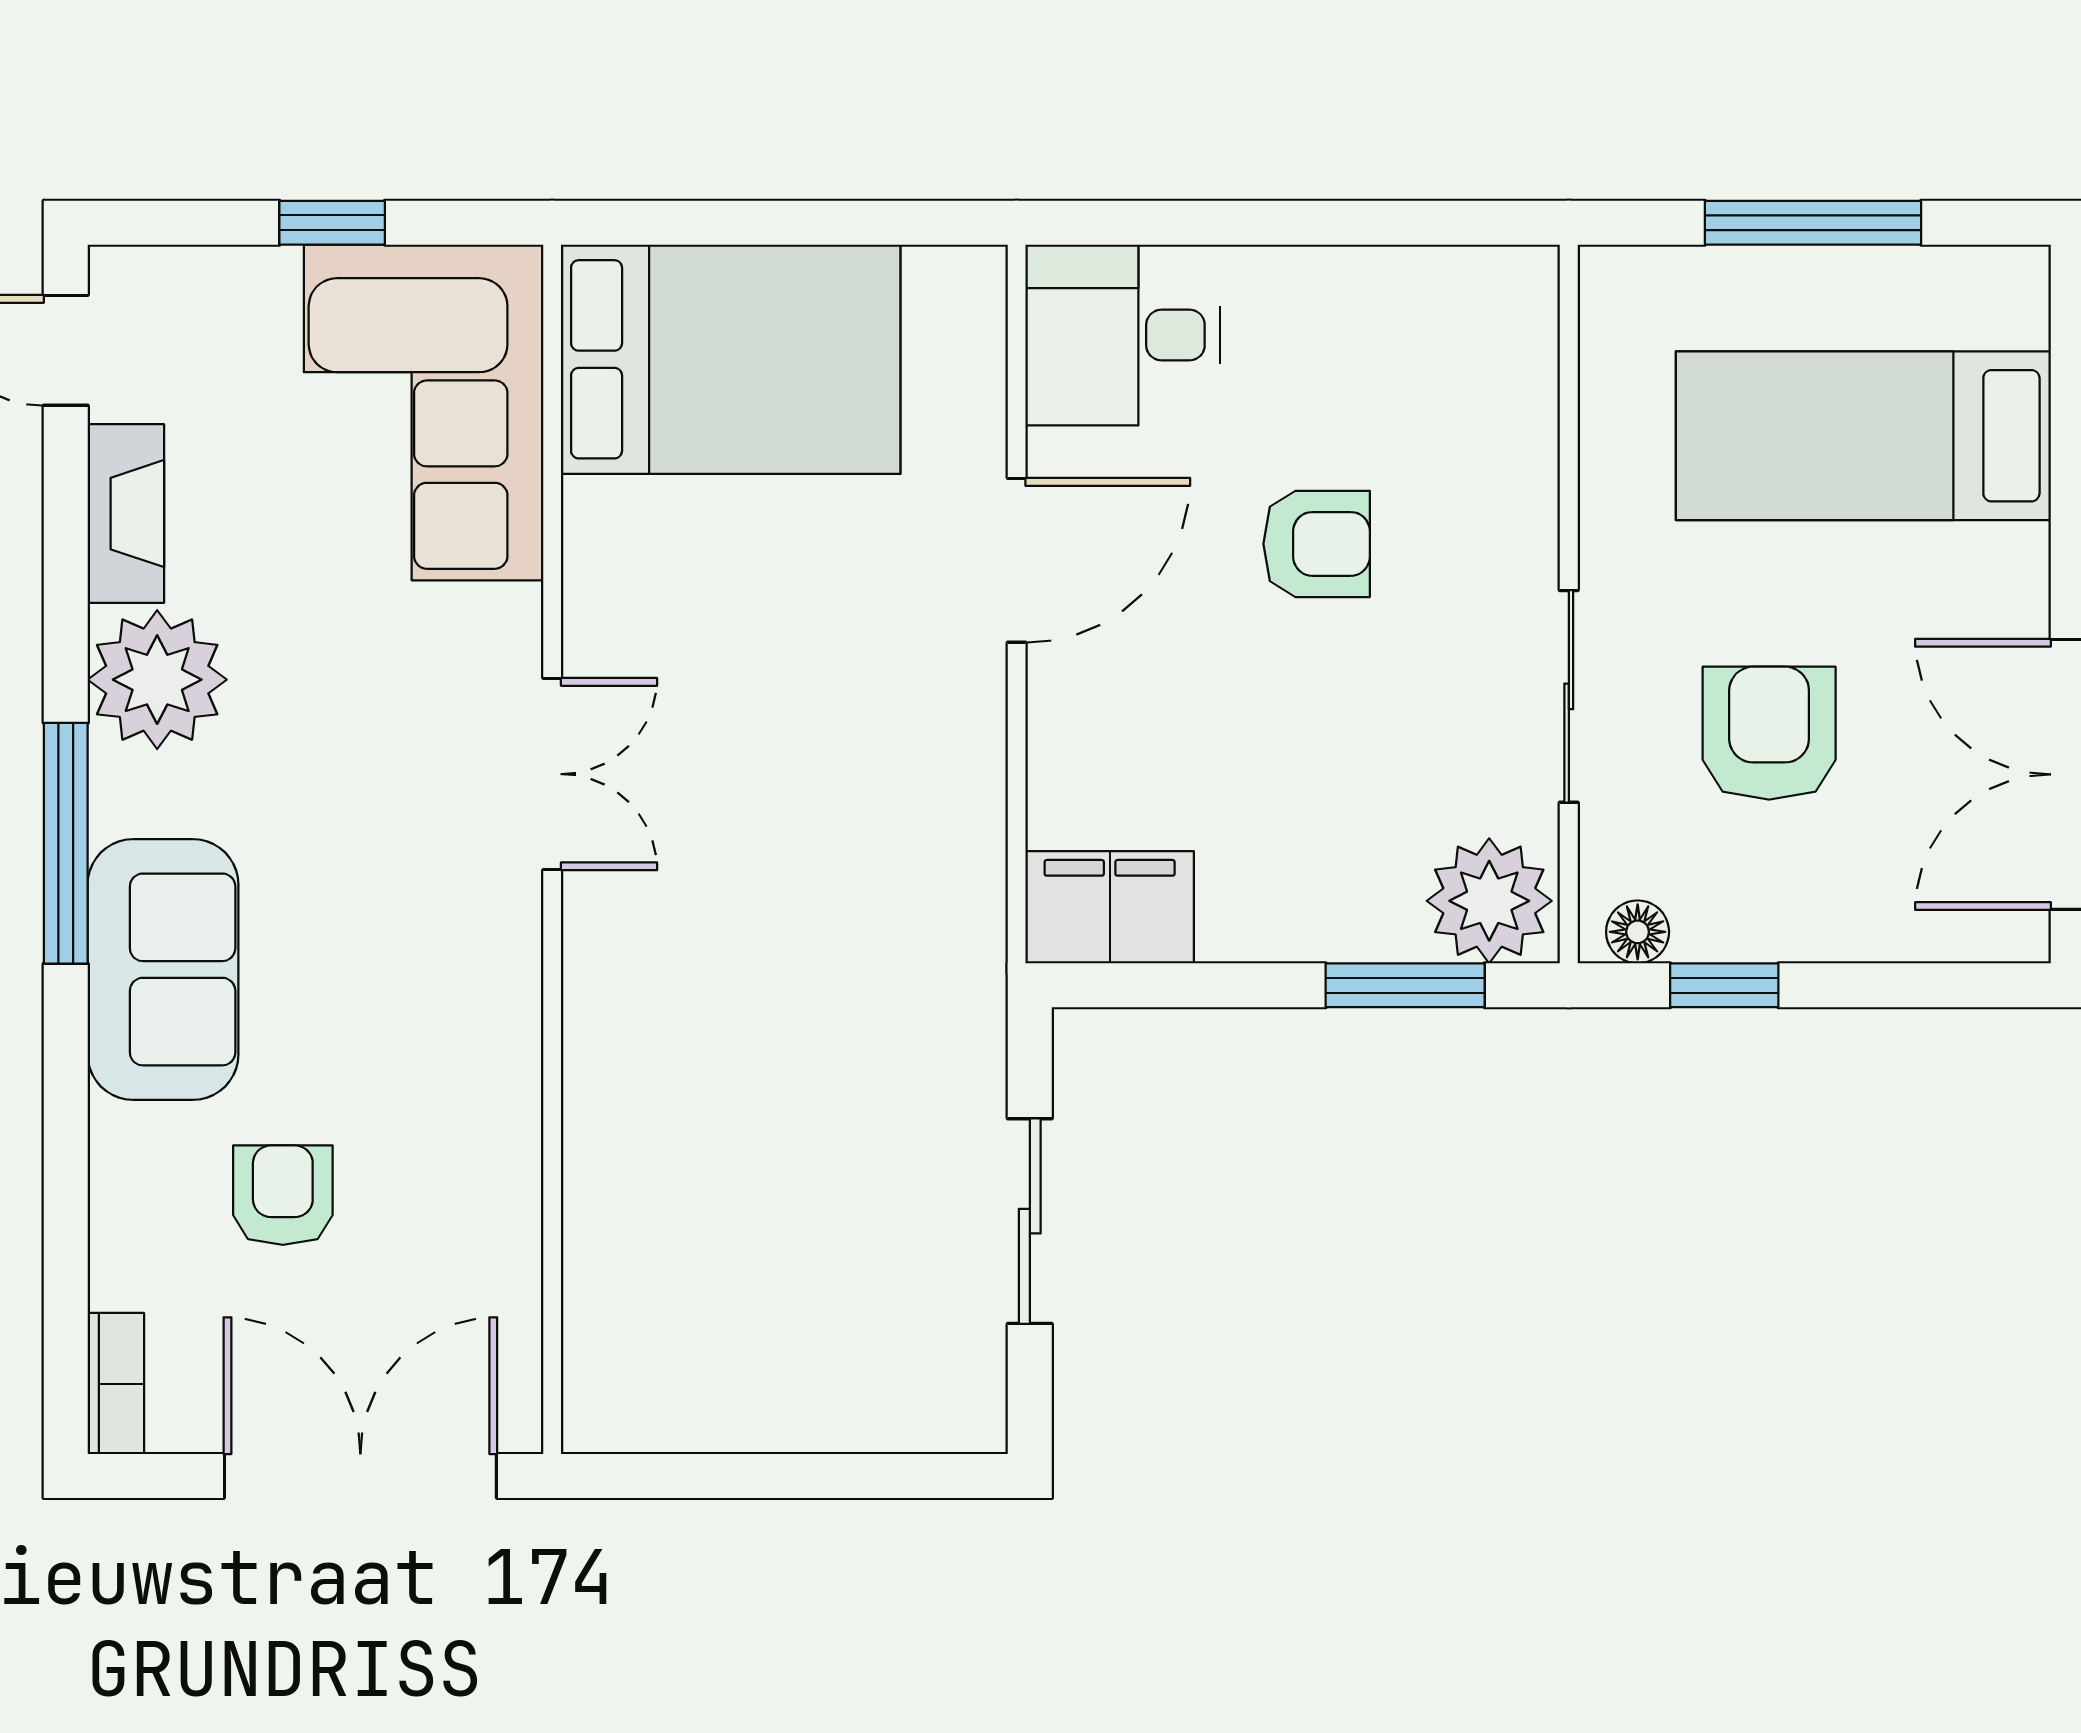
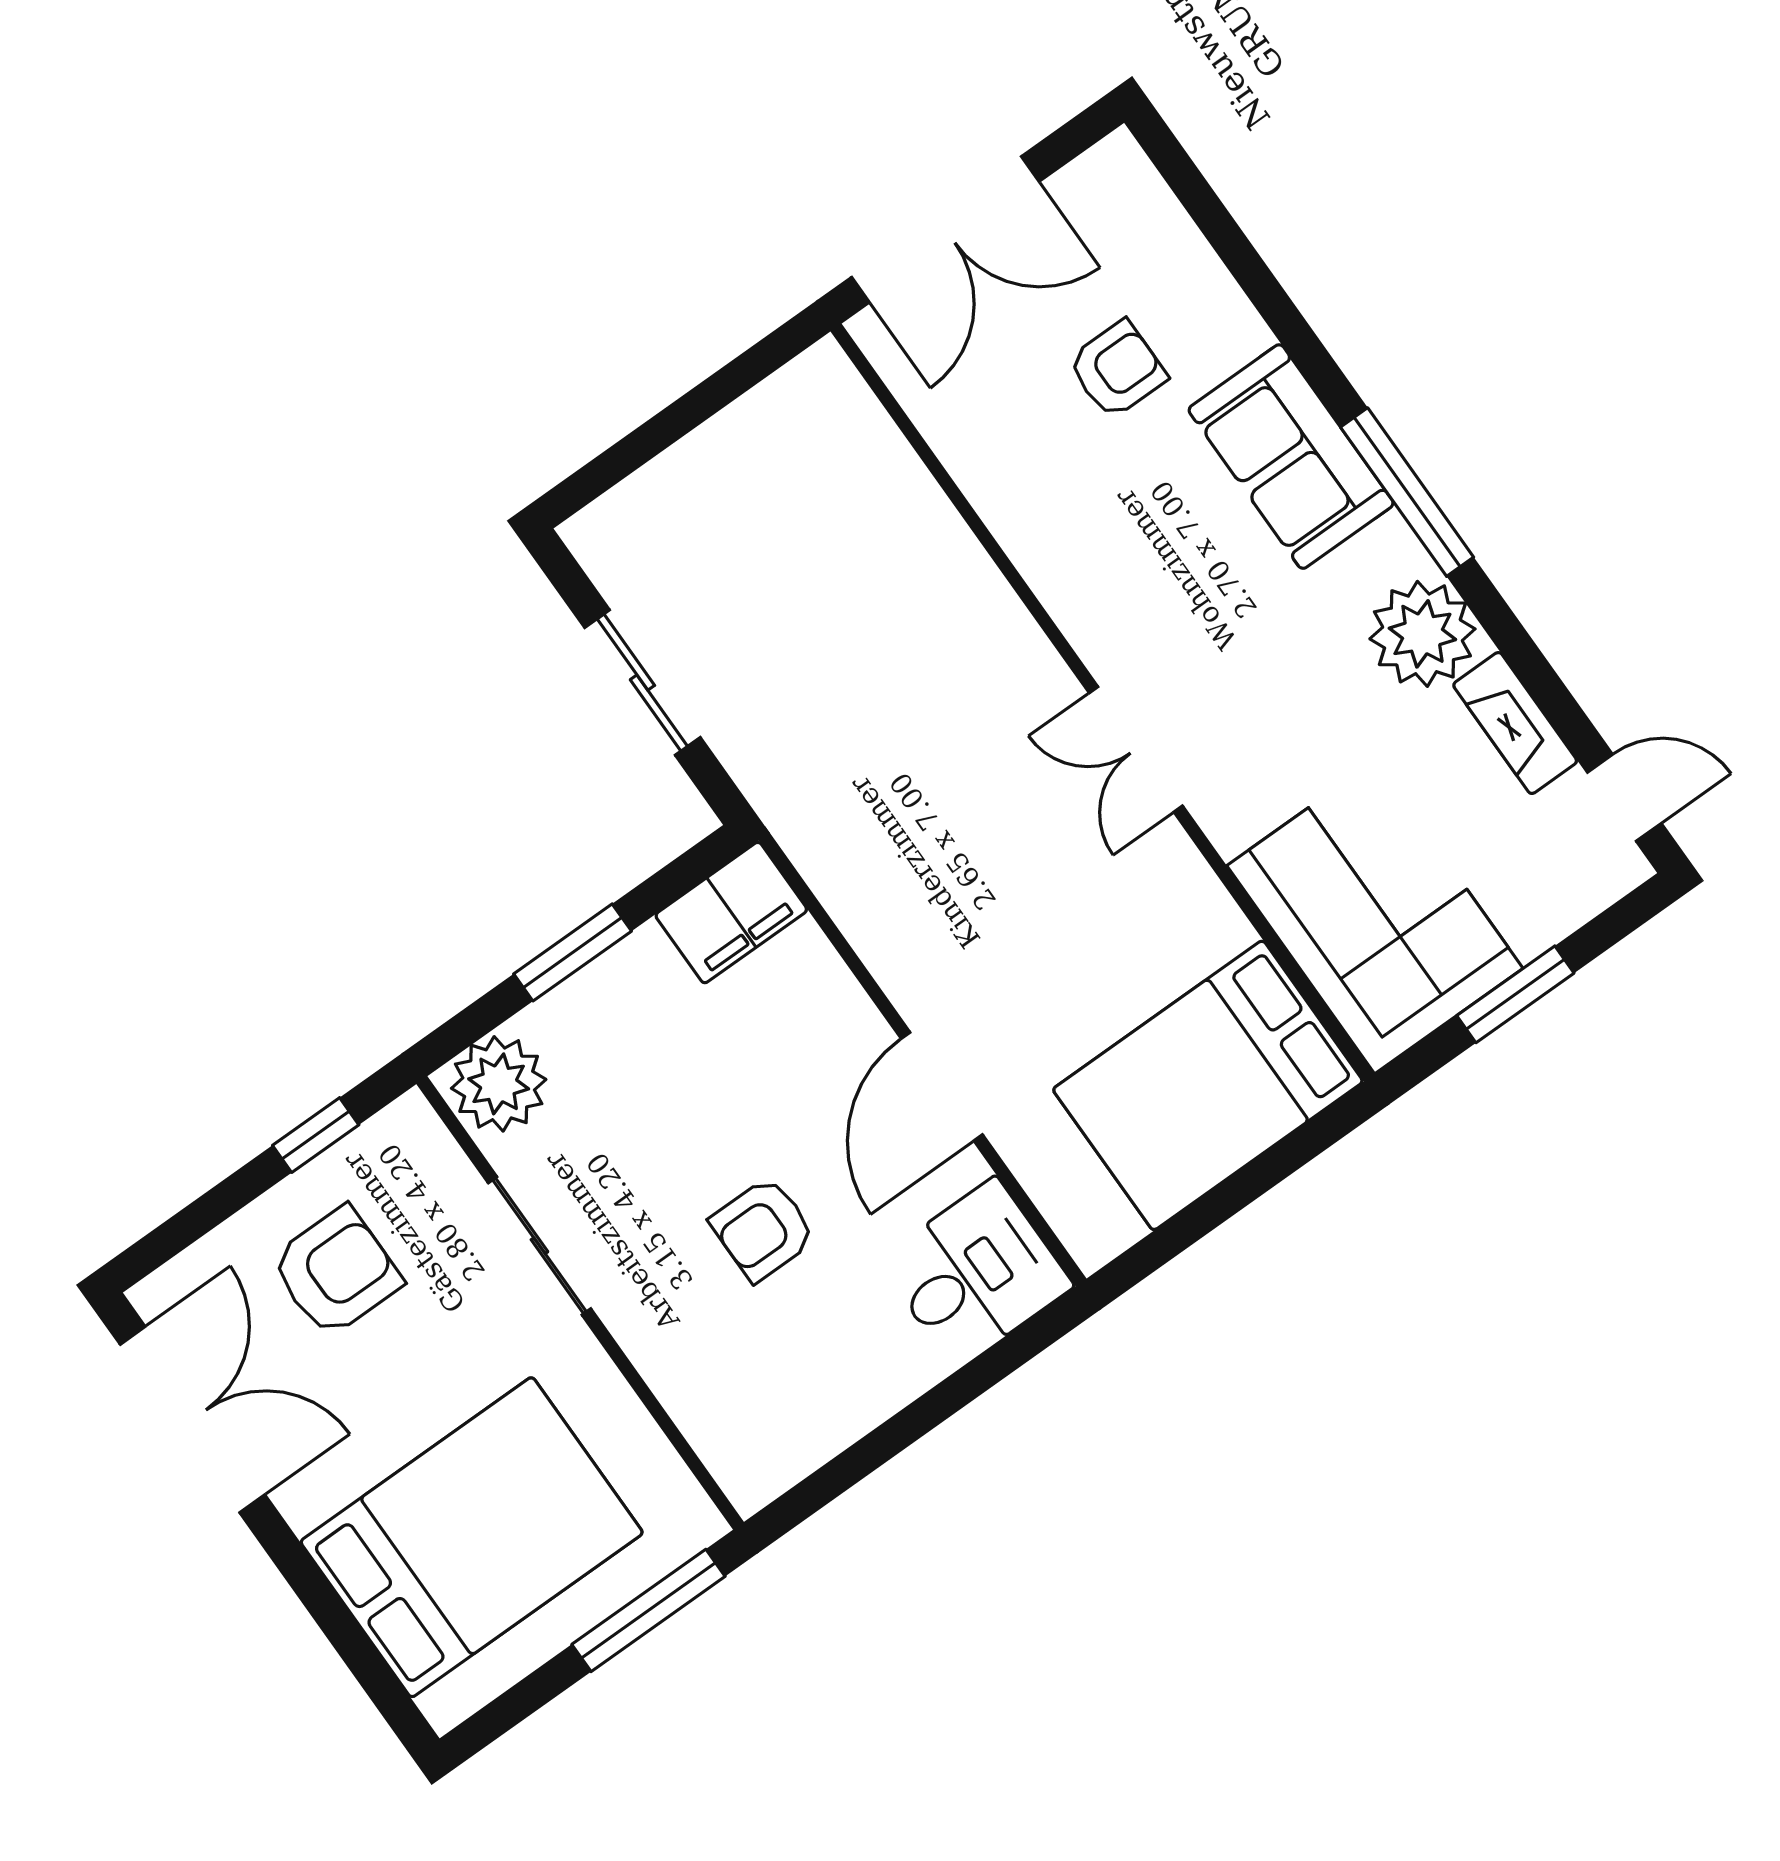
window: (332, 223) -> (1515, 994), width x1.50
window: (1813, 223) -> (648, 1610), moved
bed: (1863, 436) -> (472, 1537), width x1.50
armchair: (1769, 733) -> (336, 1272), moved, turned -90
floor lamp: (1638, 932) -> (393, 1130), removed
window: (1405, 985) -> (573, 952), moved
armchair: (283, 1195) -> (1117, 369), turned -90
bookcase: (116, 1384) -> (1138, 179), removed

